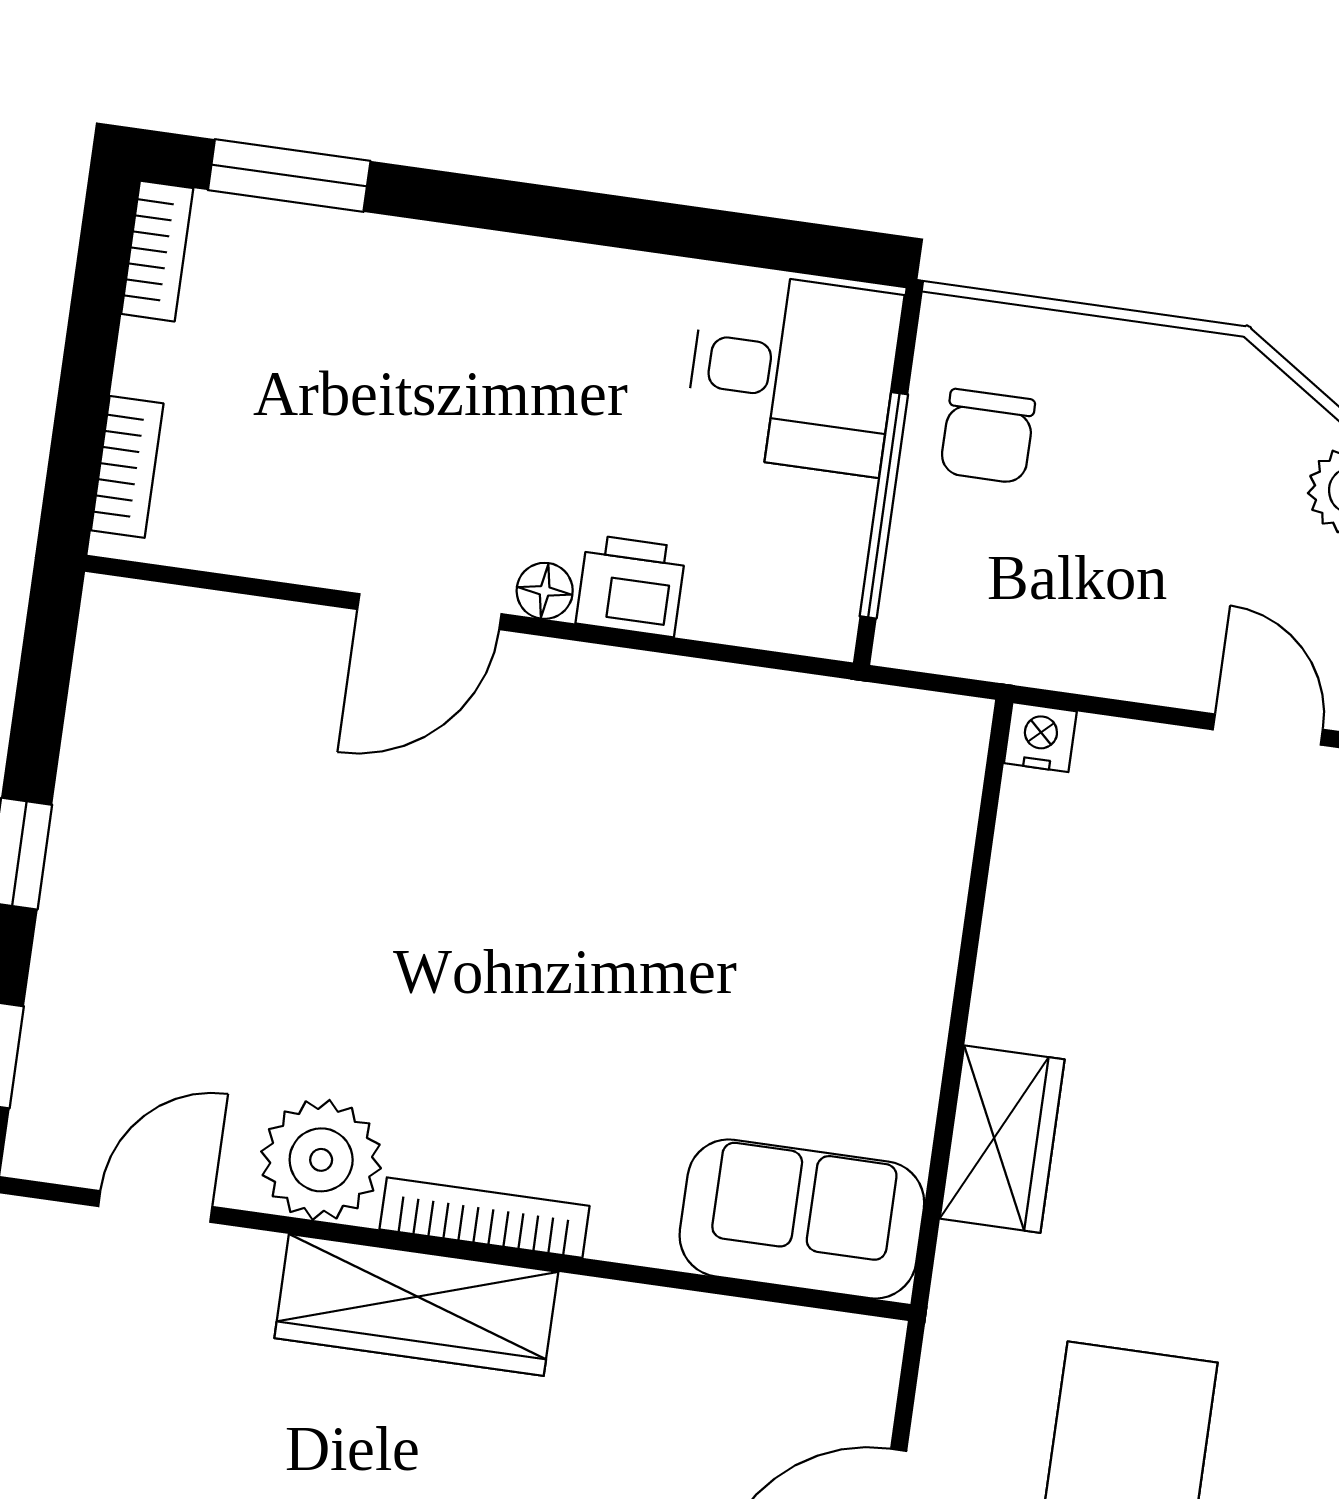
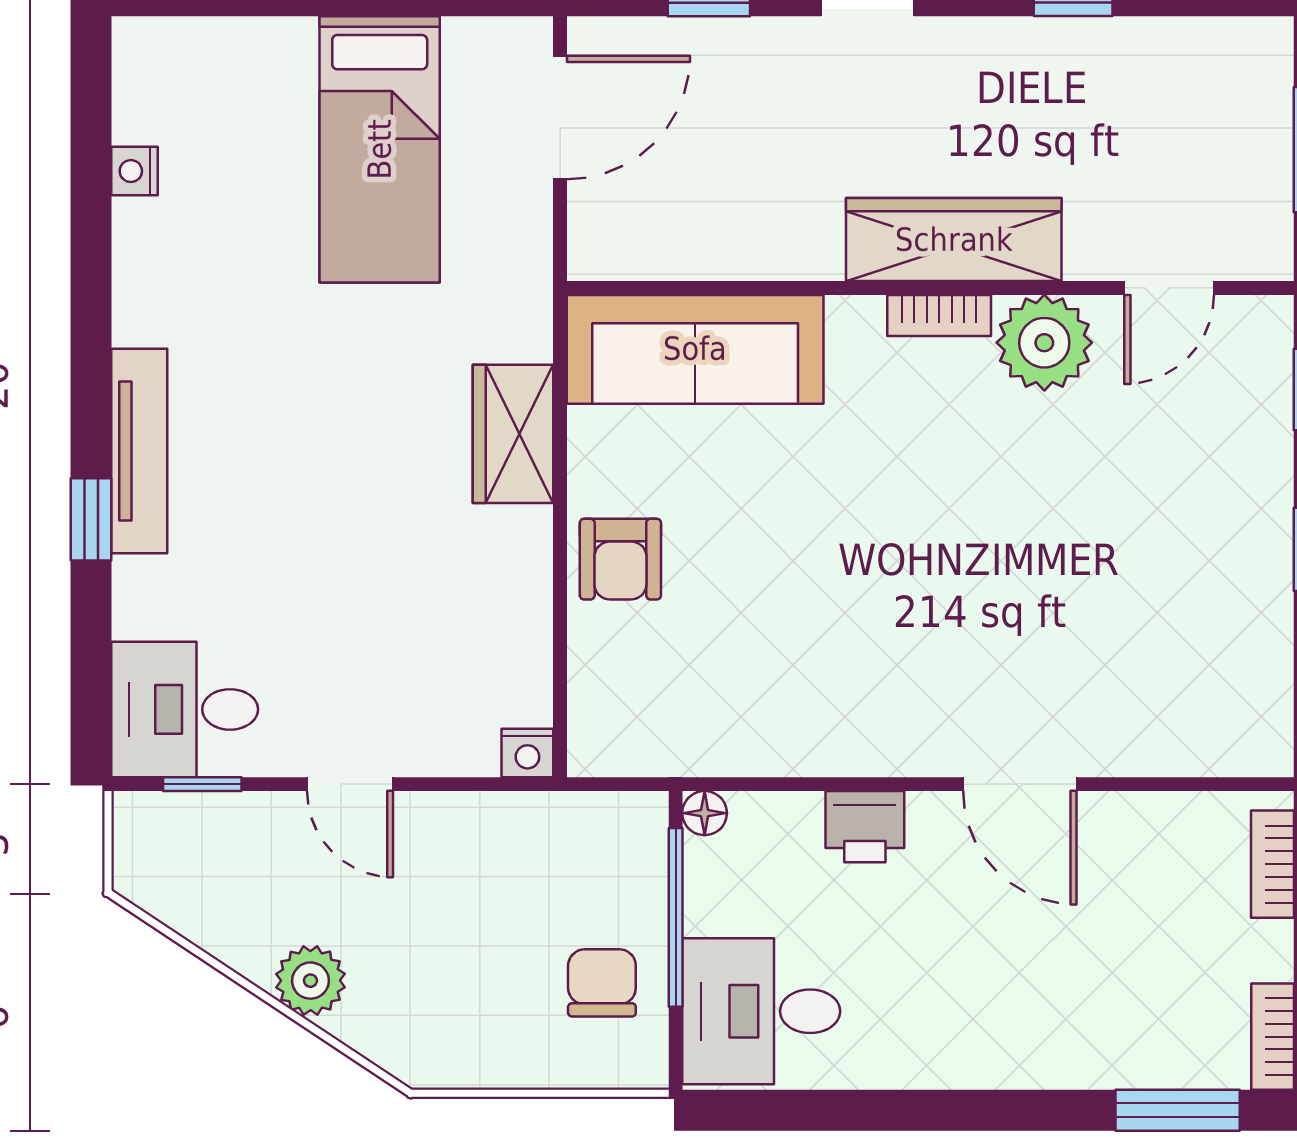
floor lamp: (545, 591) -> (705, 813), moved
door: (429, 612) -> (1020, 784), swing flipped
armchair: (890, 964) -> (620, 559), added
bookcase: (485, 1218) -> (939, 316), width x0.64
sofa: (802, 1219) -> (695, 349), width x1.36

